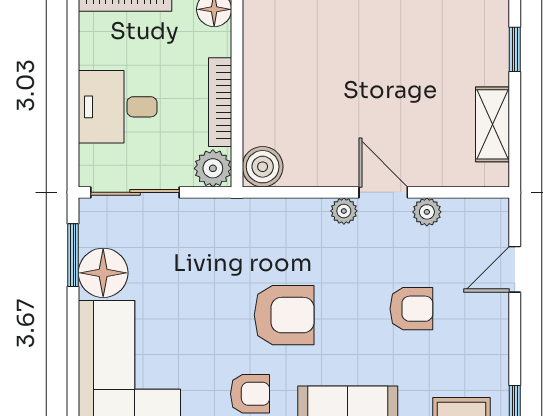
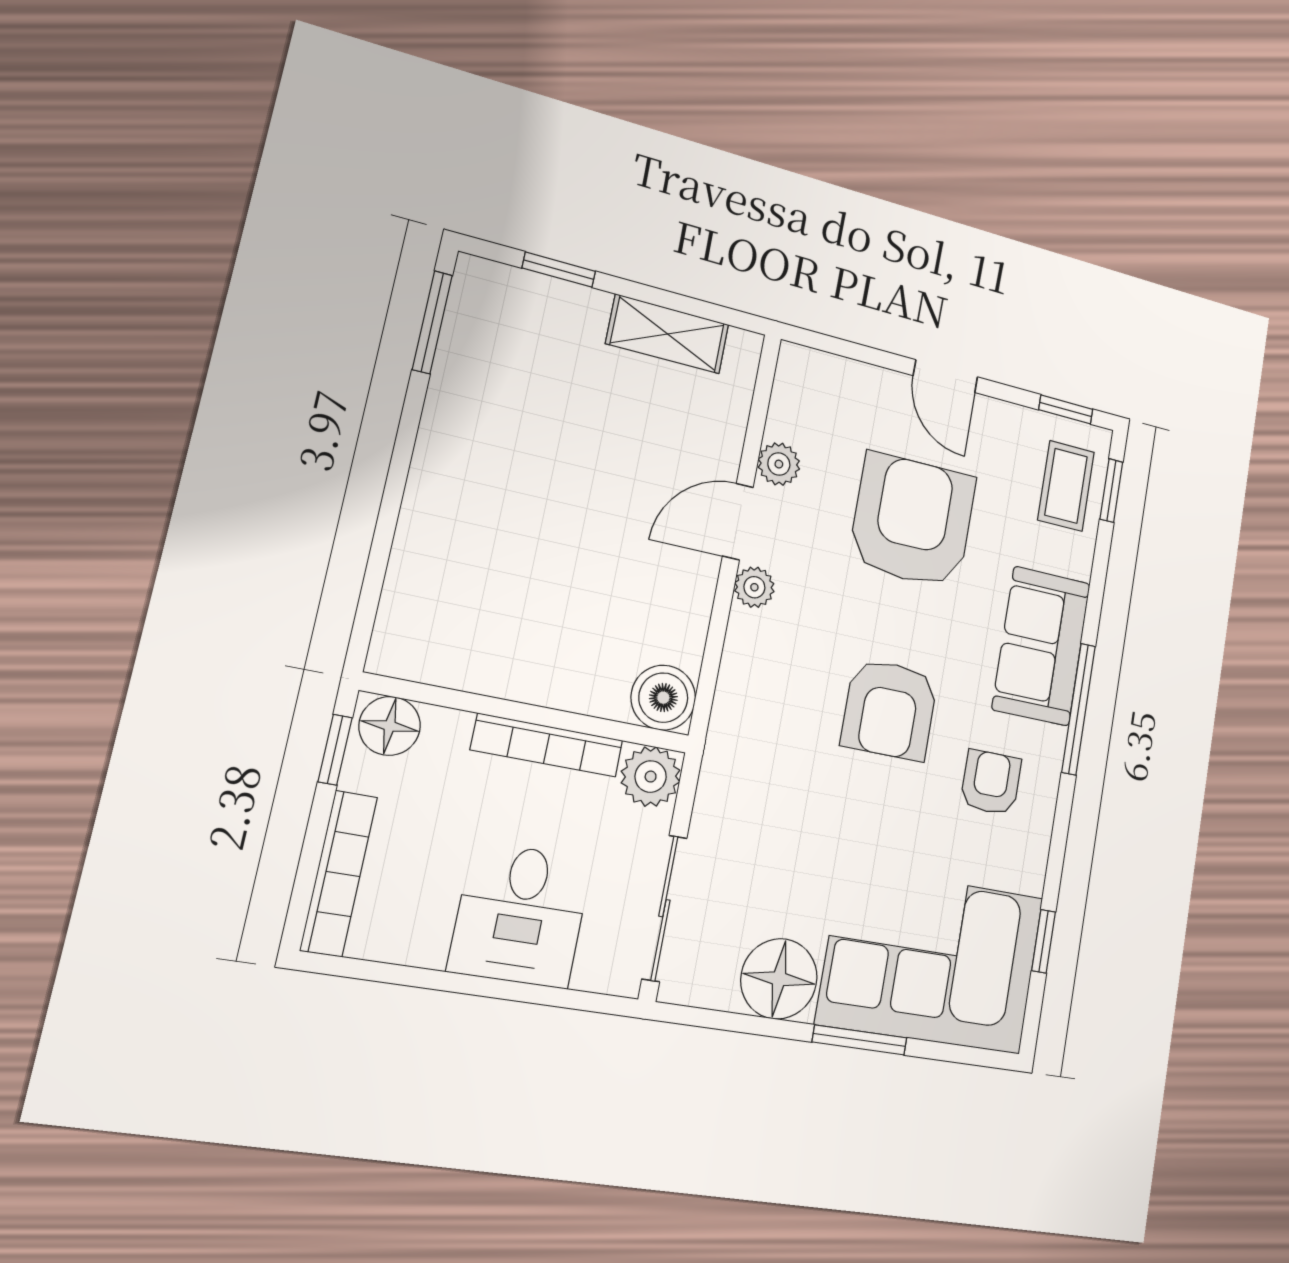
window: (73, 255) -> (860, 1040), moved
door: (515, 269) -> (945, 376), moved
armchair: (411, 309) -> (913, 521), width x1.88, depth x1.88
armchair: (284, 315) -> (890, 709), turned 180

